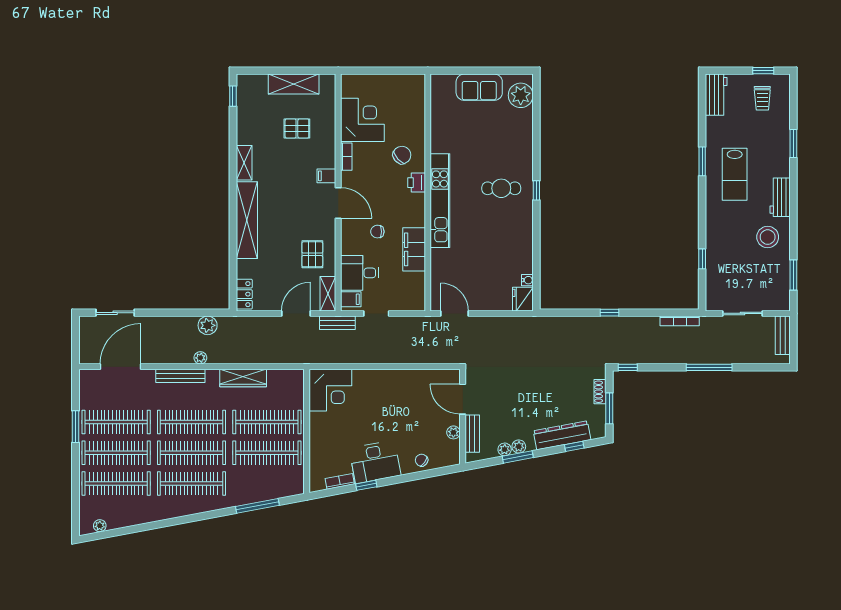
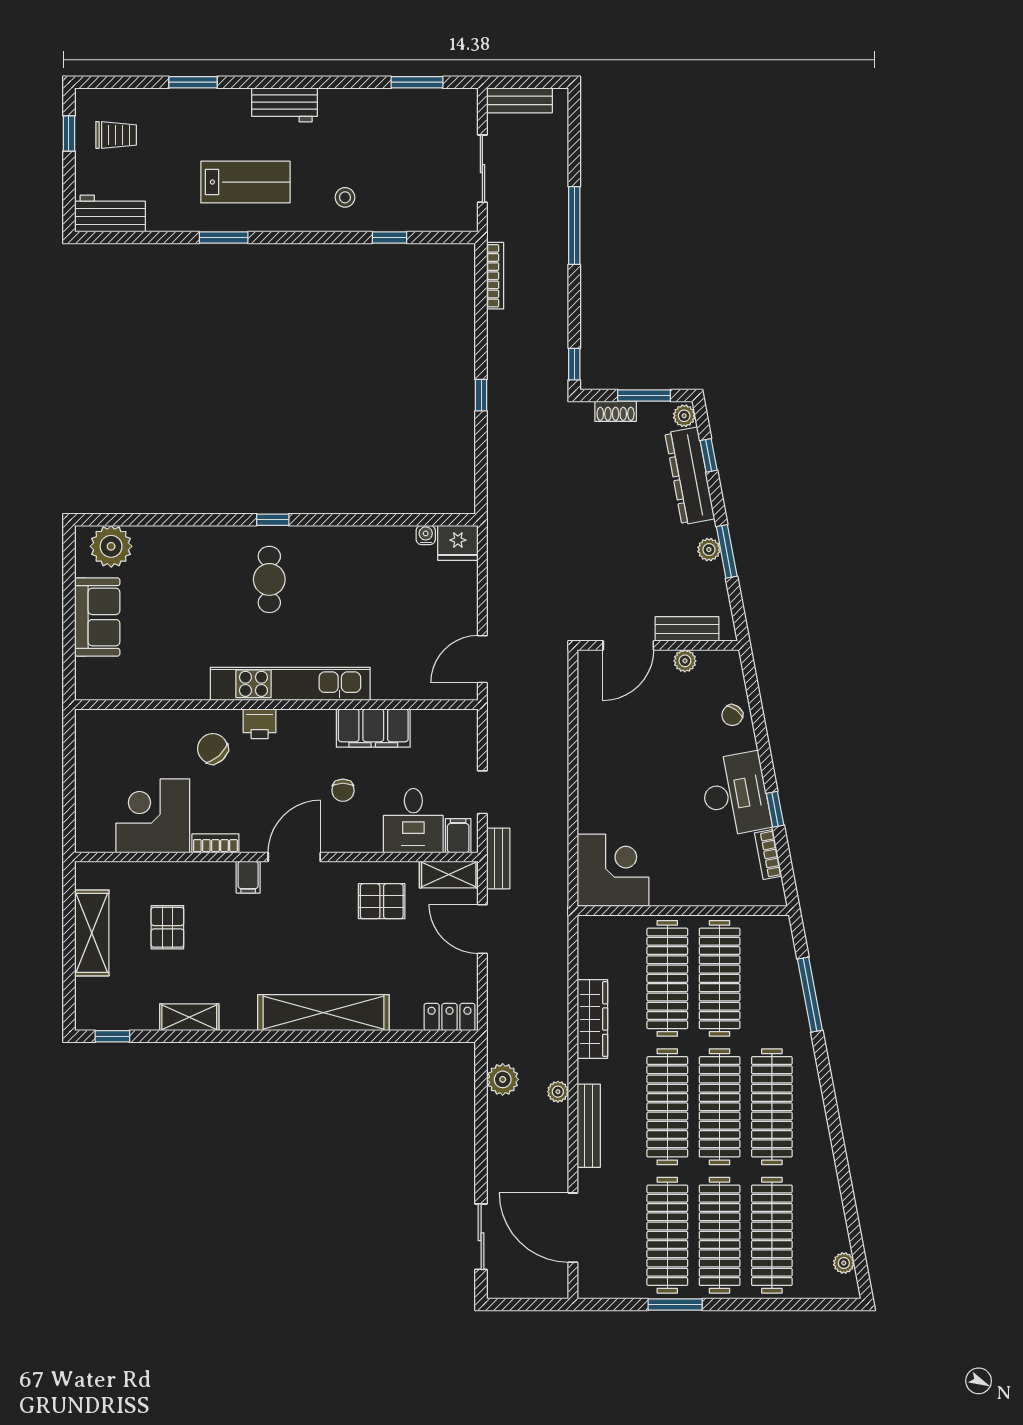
shelving: (244, 163) -> (189, 1017), moved
stool: (768, 237) -> (345, 197), moved, width x0.53, depth x0.53
plant: (505, 449) -> (684, 416), moved

